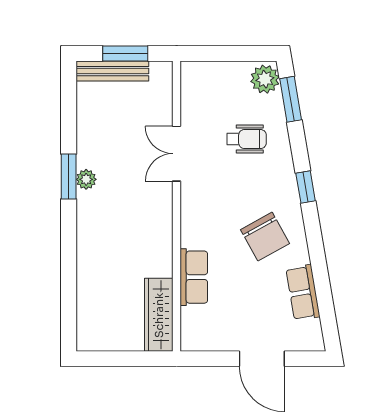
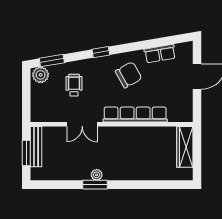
bench: (112, 71) -> (36, 147), moved
row of seats: (194, 277) -> (135, 115), width x2.02
wardrobe: (159, 315) -> (185, 147), moved, turned 90

